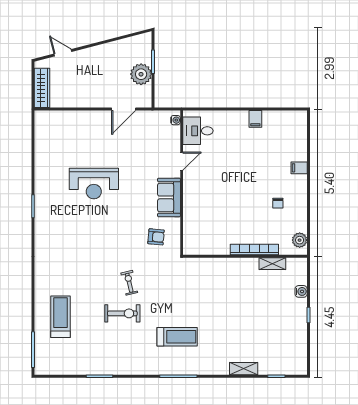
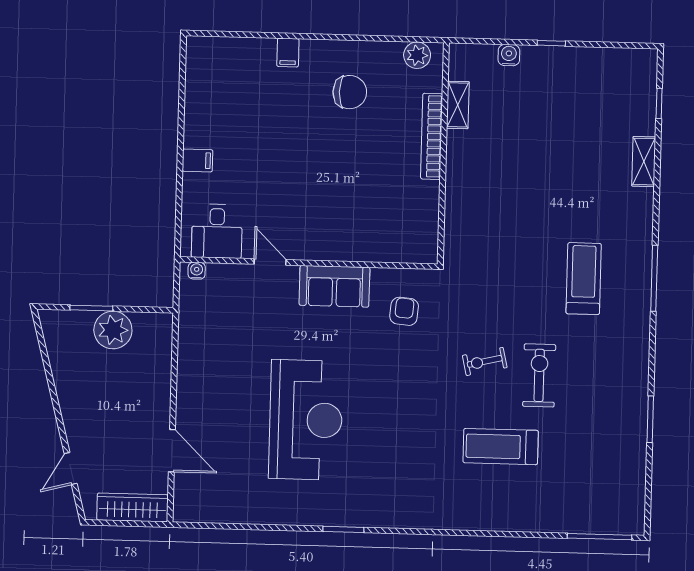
door: (124, 109) -> (172, 451), moved
filing cabinet: (255, 119) -> (197, 160), moved
reception desk: (94, 184) -> (306, 420), width x1.36, depth x1.30
chair: (278, 203) -> (350, 92), width x1.87, depth x1.87
treadmill: (60, 317) -> (501, 447), moved

